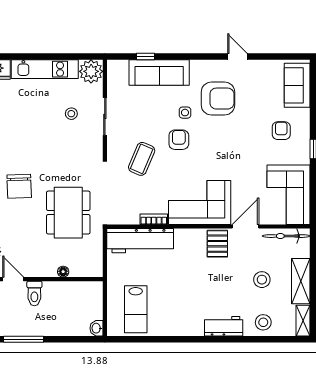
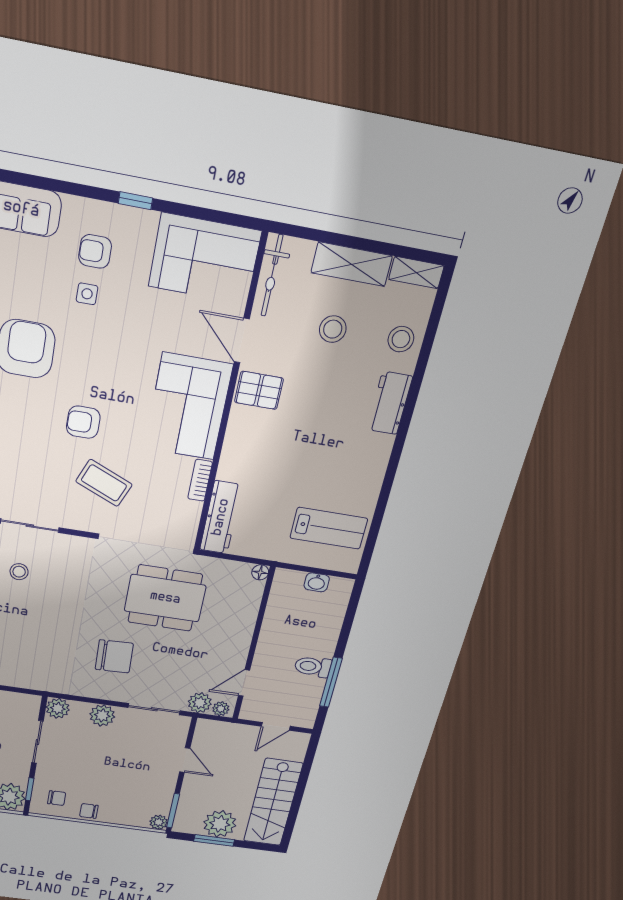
side table: (185, 113) -> (87, 294), moved
workbench: (140, 241) -> (221, 517), width x0.73, depth x0.76
floor lamp: (63, 272) -> (260, 572), moved
toilet: (34, 293) -> (313, 667), moved, turned 180
washbasin: (97, 328) -> (317, 582), moved

